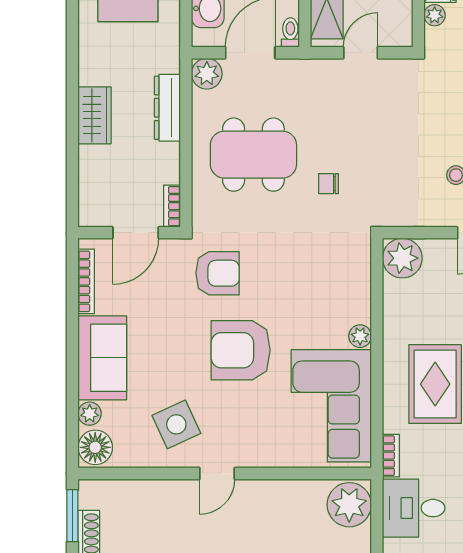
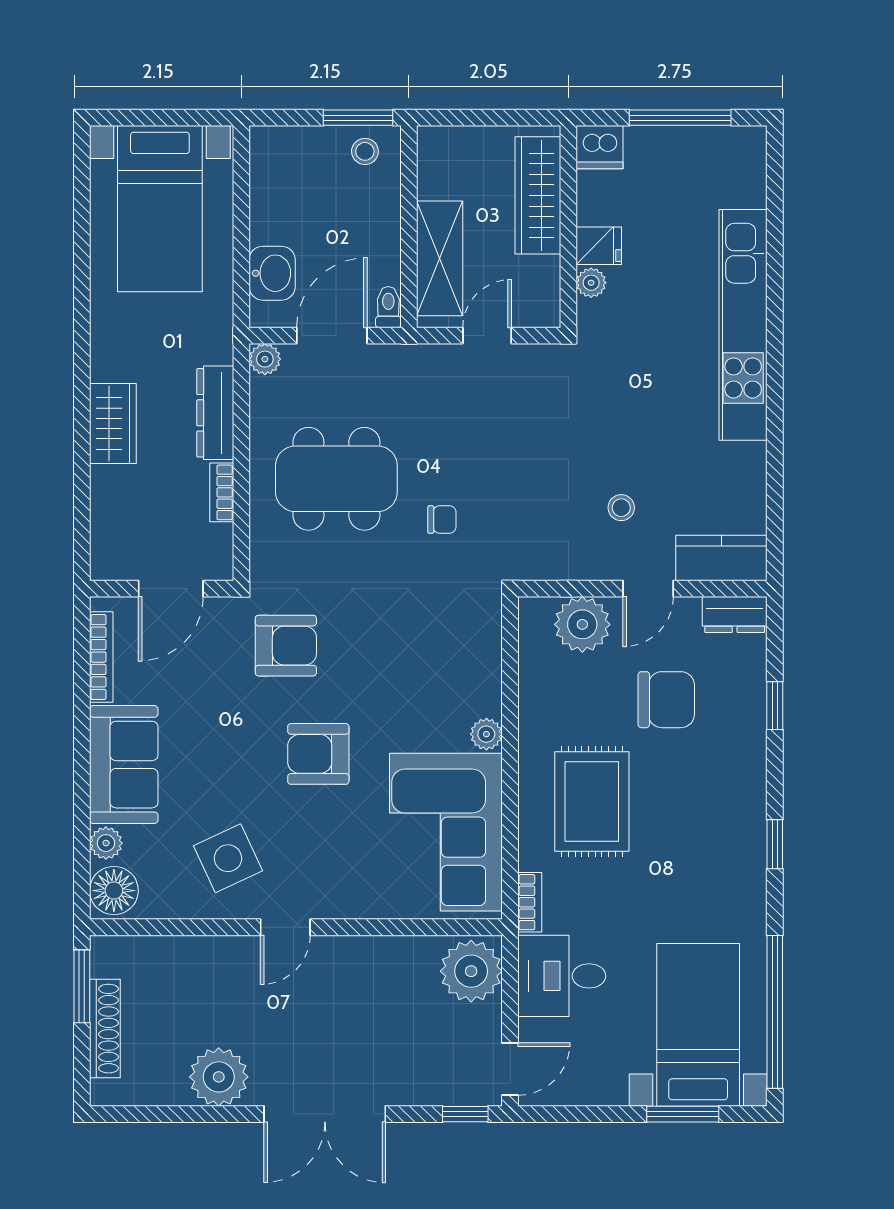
plant: (207, 74) -> (265, 359), width x0.73, depth x0.73
chair: (328, 184) -> (442, 520), turned 180
bookcase: (172, 206) -> (222, 492), moved
plant: (402, 258) -> (582, 624), moved
armchair: (241, 350) -> (318, 754), width x0.73, depth x0.73

